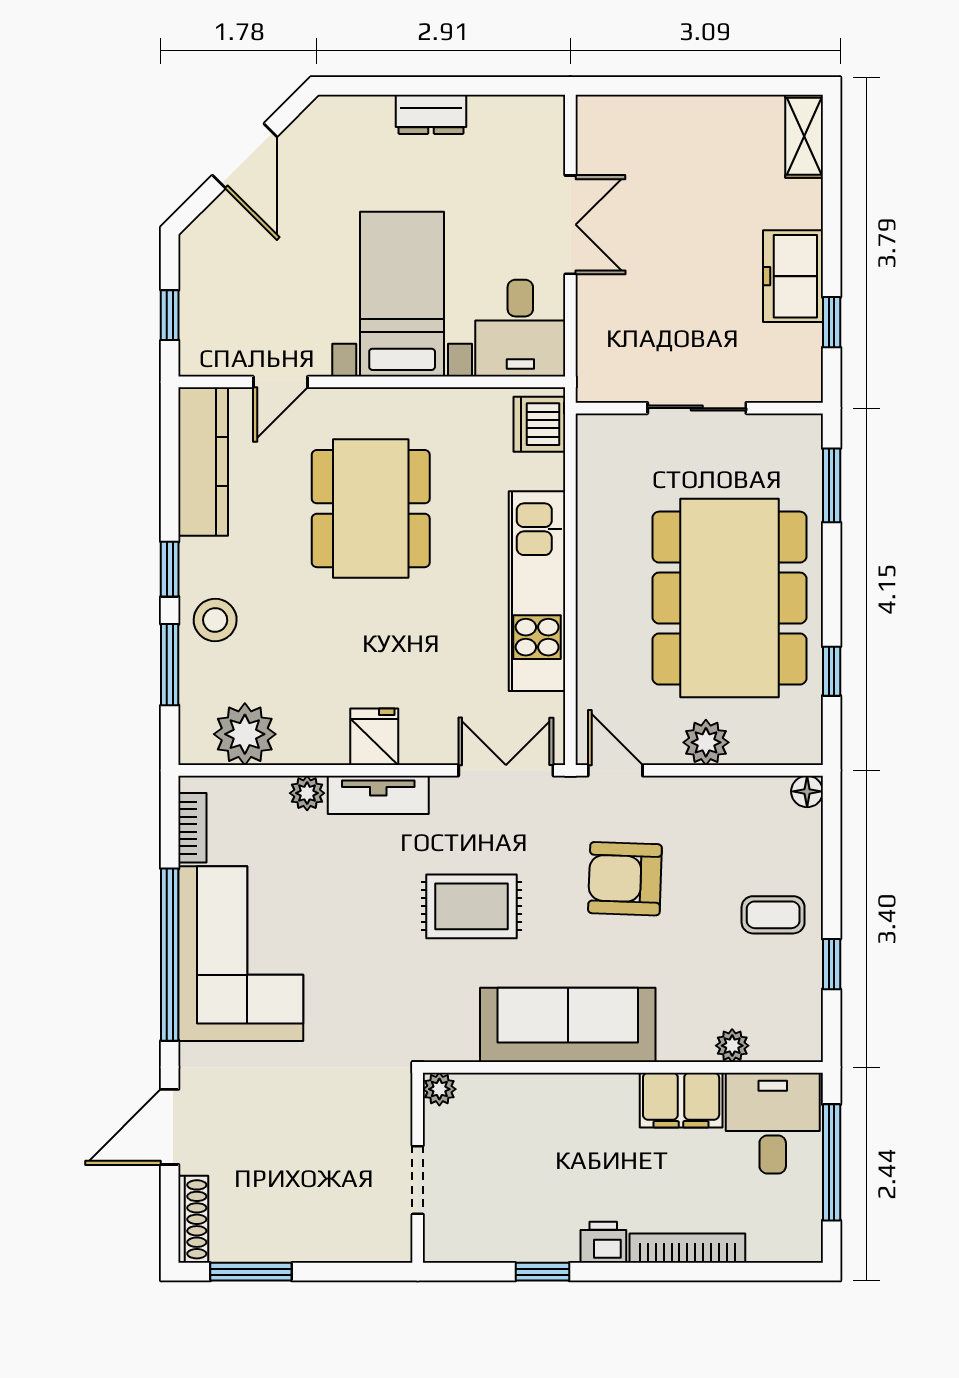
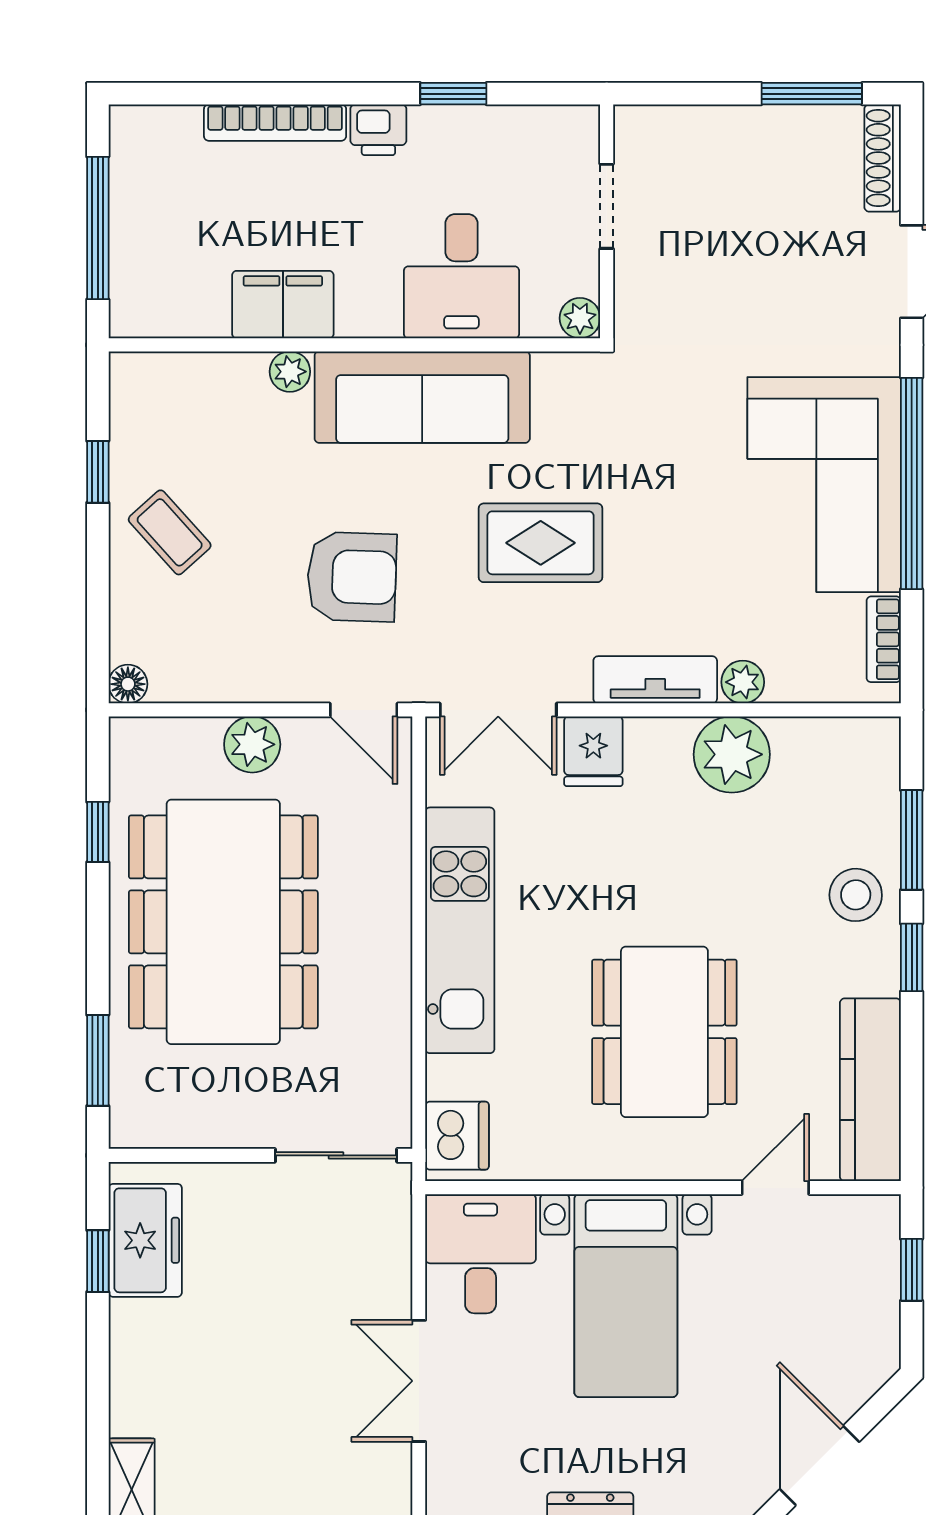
freezer: (793, 276) -> (145, 1240), moved
sliding door: (697, 408) -> (336, 1155), moved
plant: (245, 734) -> (732, 754), moved
fridge: (374, 737) -> (593, 751), moved
coffee table: (773, 915) -> (170, 532), turned 48
plant: (732, 1046) -> (290, 372), moved
desk: (773, 1123) -> (461, 276), moved

